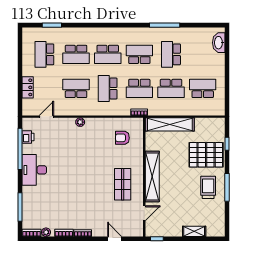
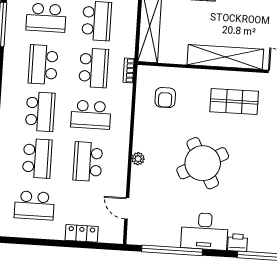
printer: (28, 137) -> (238, 243), moved
round table: (80, 166) -> (203, 163), added

